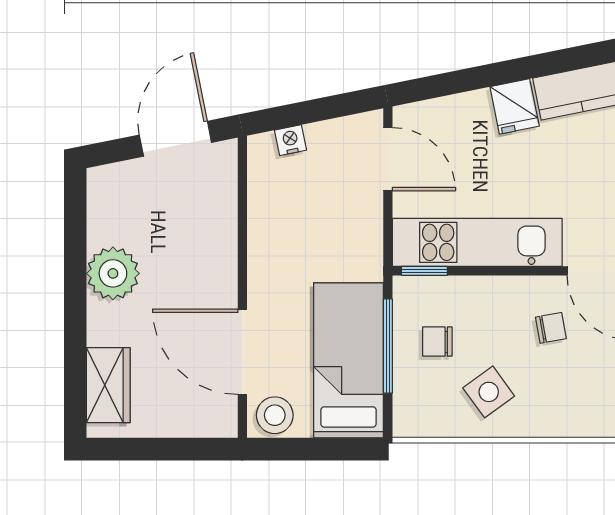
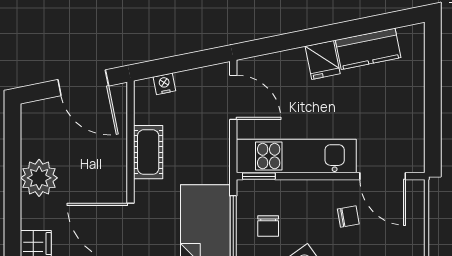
door: (175, 139) -> (83, 83), swing flipped
cot: (267, 237) -> (148, 152), added
chair: (437, 342) -> (268, 226), turned -90

